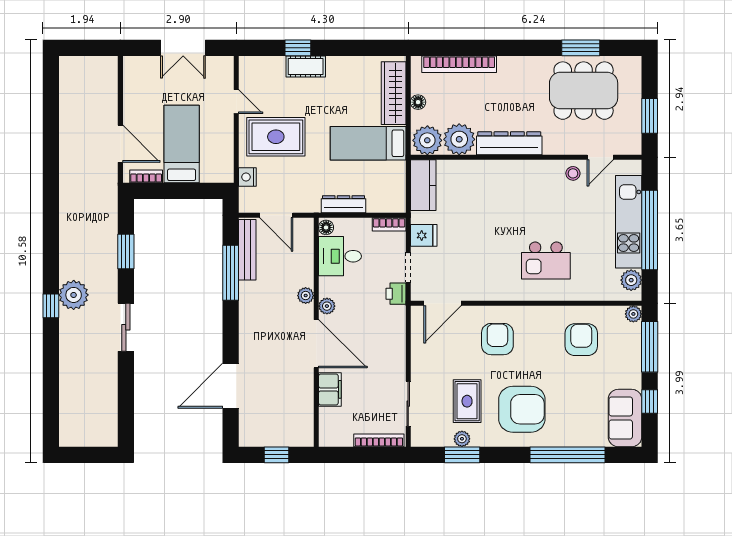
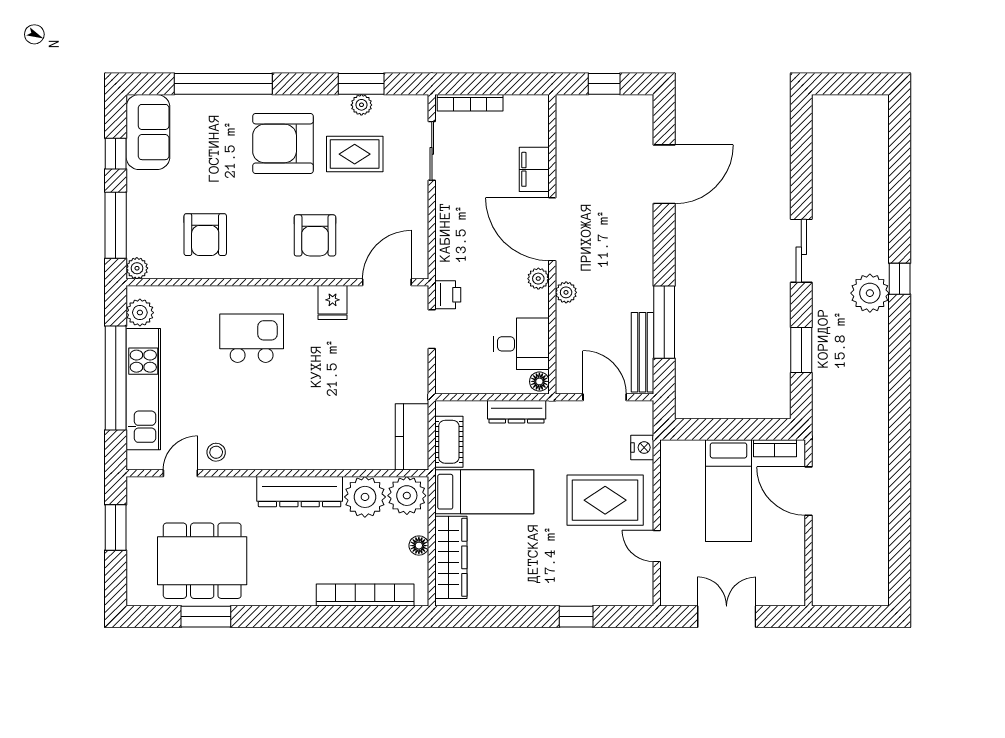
cot: (306, 66) -> (449, 442), moved, turned 90
bookcase: (389, 224) -> (457, 385), removed
fridge: (424, 235) -> (333, 303), moved, turned -90
rug: (467, 401) -> (355, 154), turned 90

